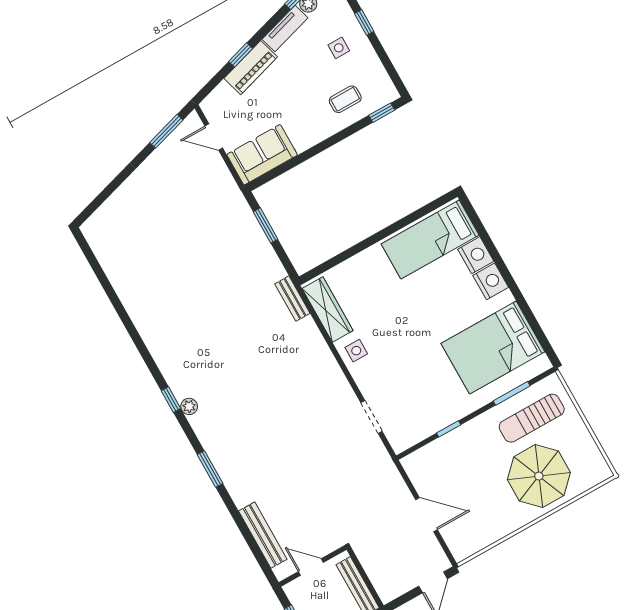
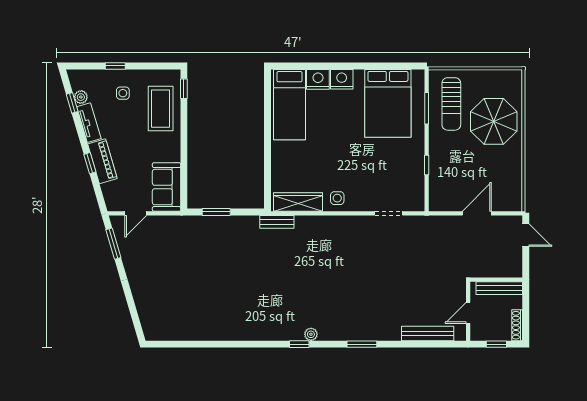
coffee table: (345, 99) -> (161, 109), width x1.86, depth x1.72

